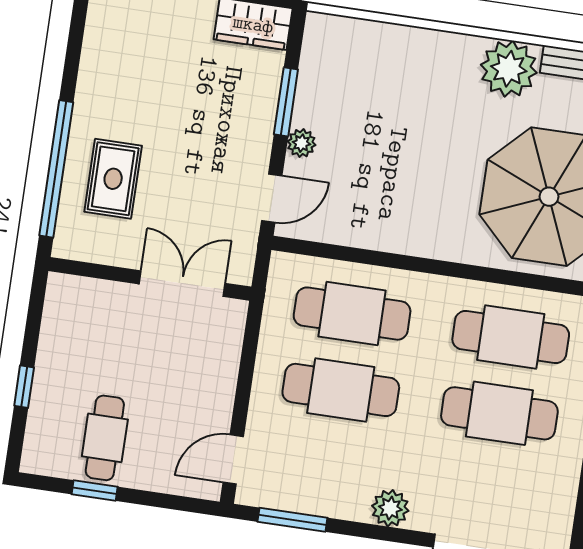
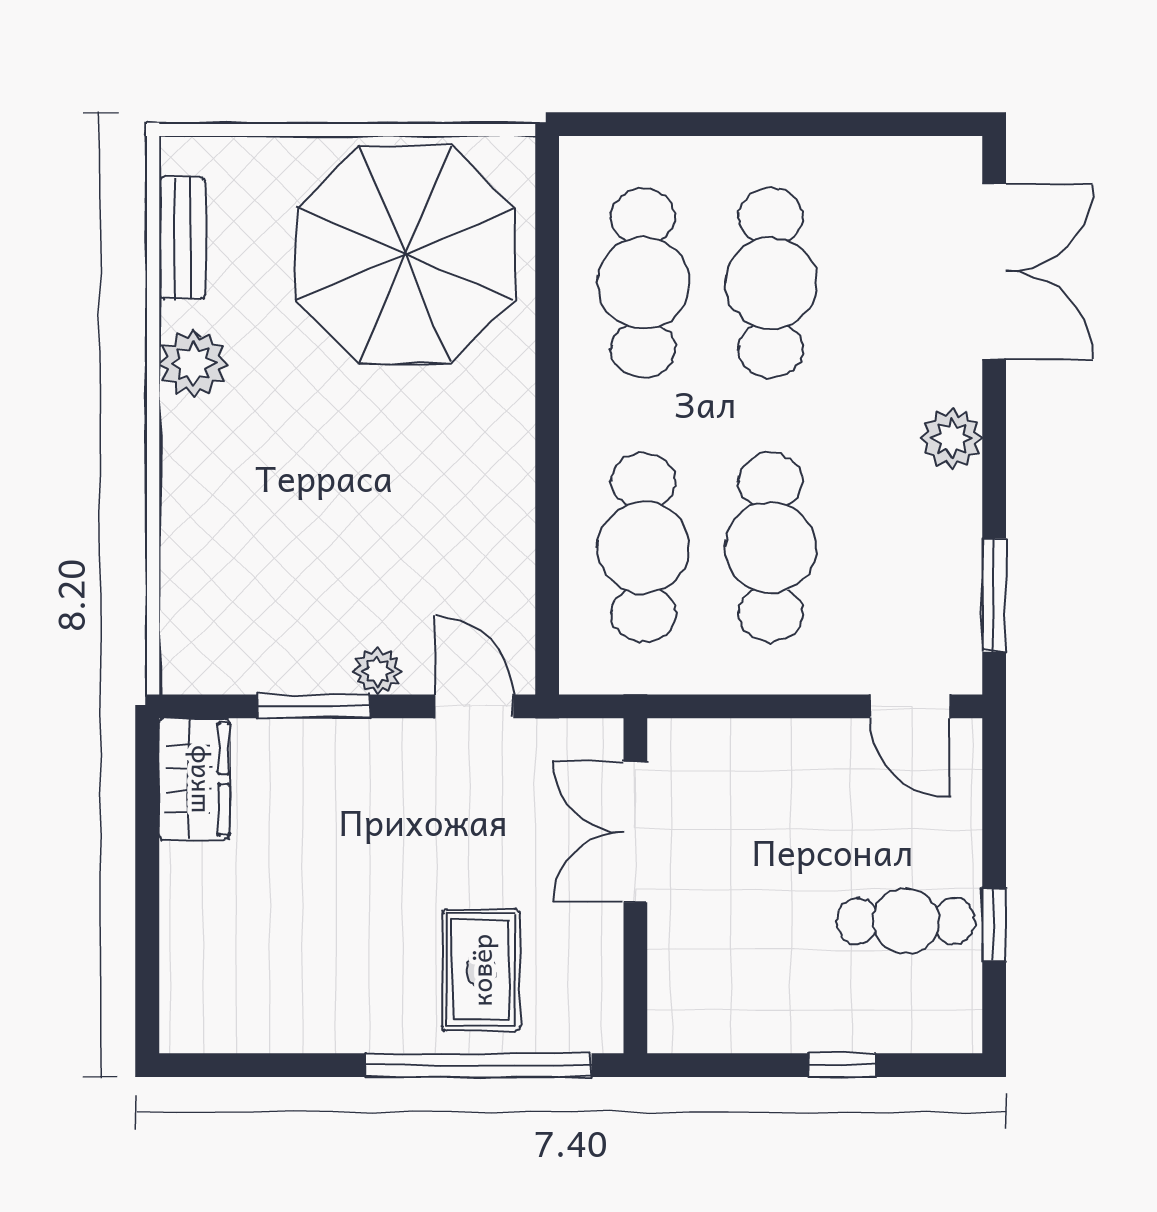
plant: (509, 69) -> (194, 363), width x0.73, depth x0.73
rug: (113, 179) -> (481, 970), turned 90

